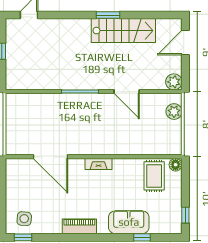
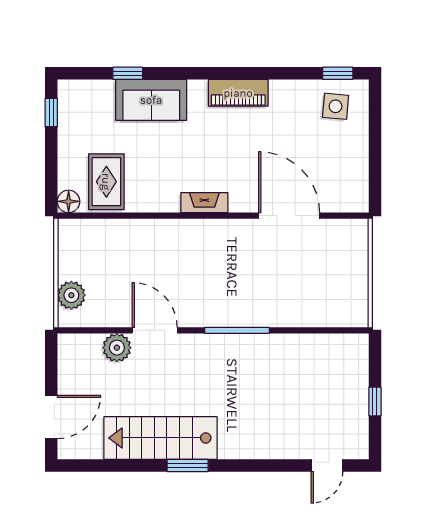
plant: (174, 82) -> (117, 348), moved

